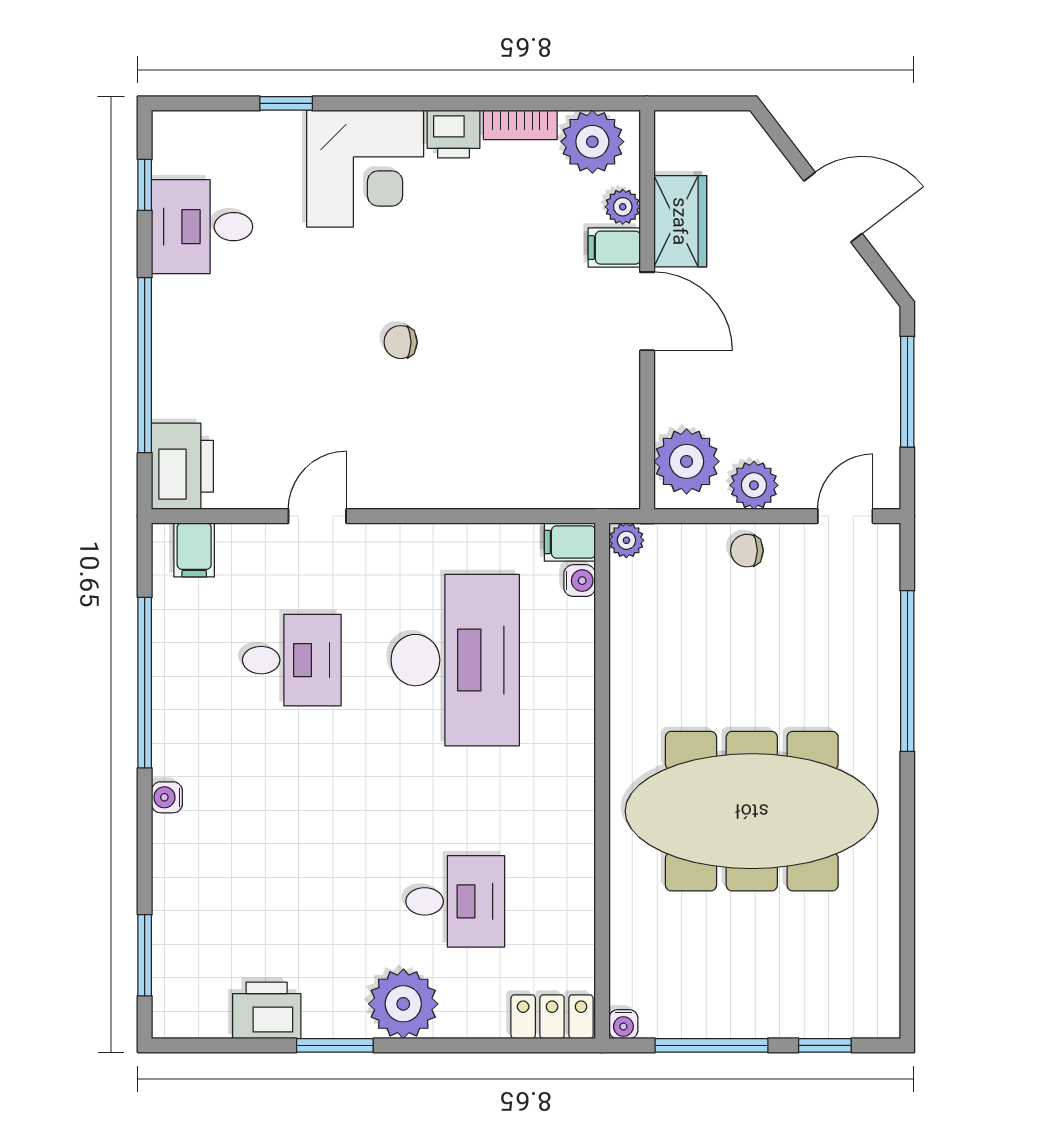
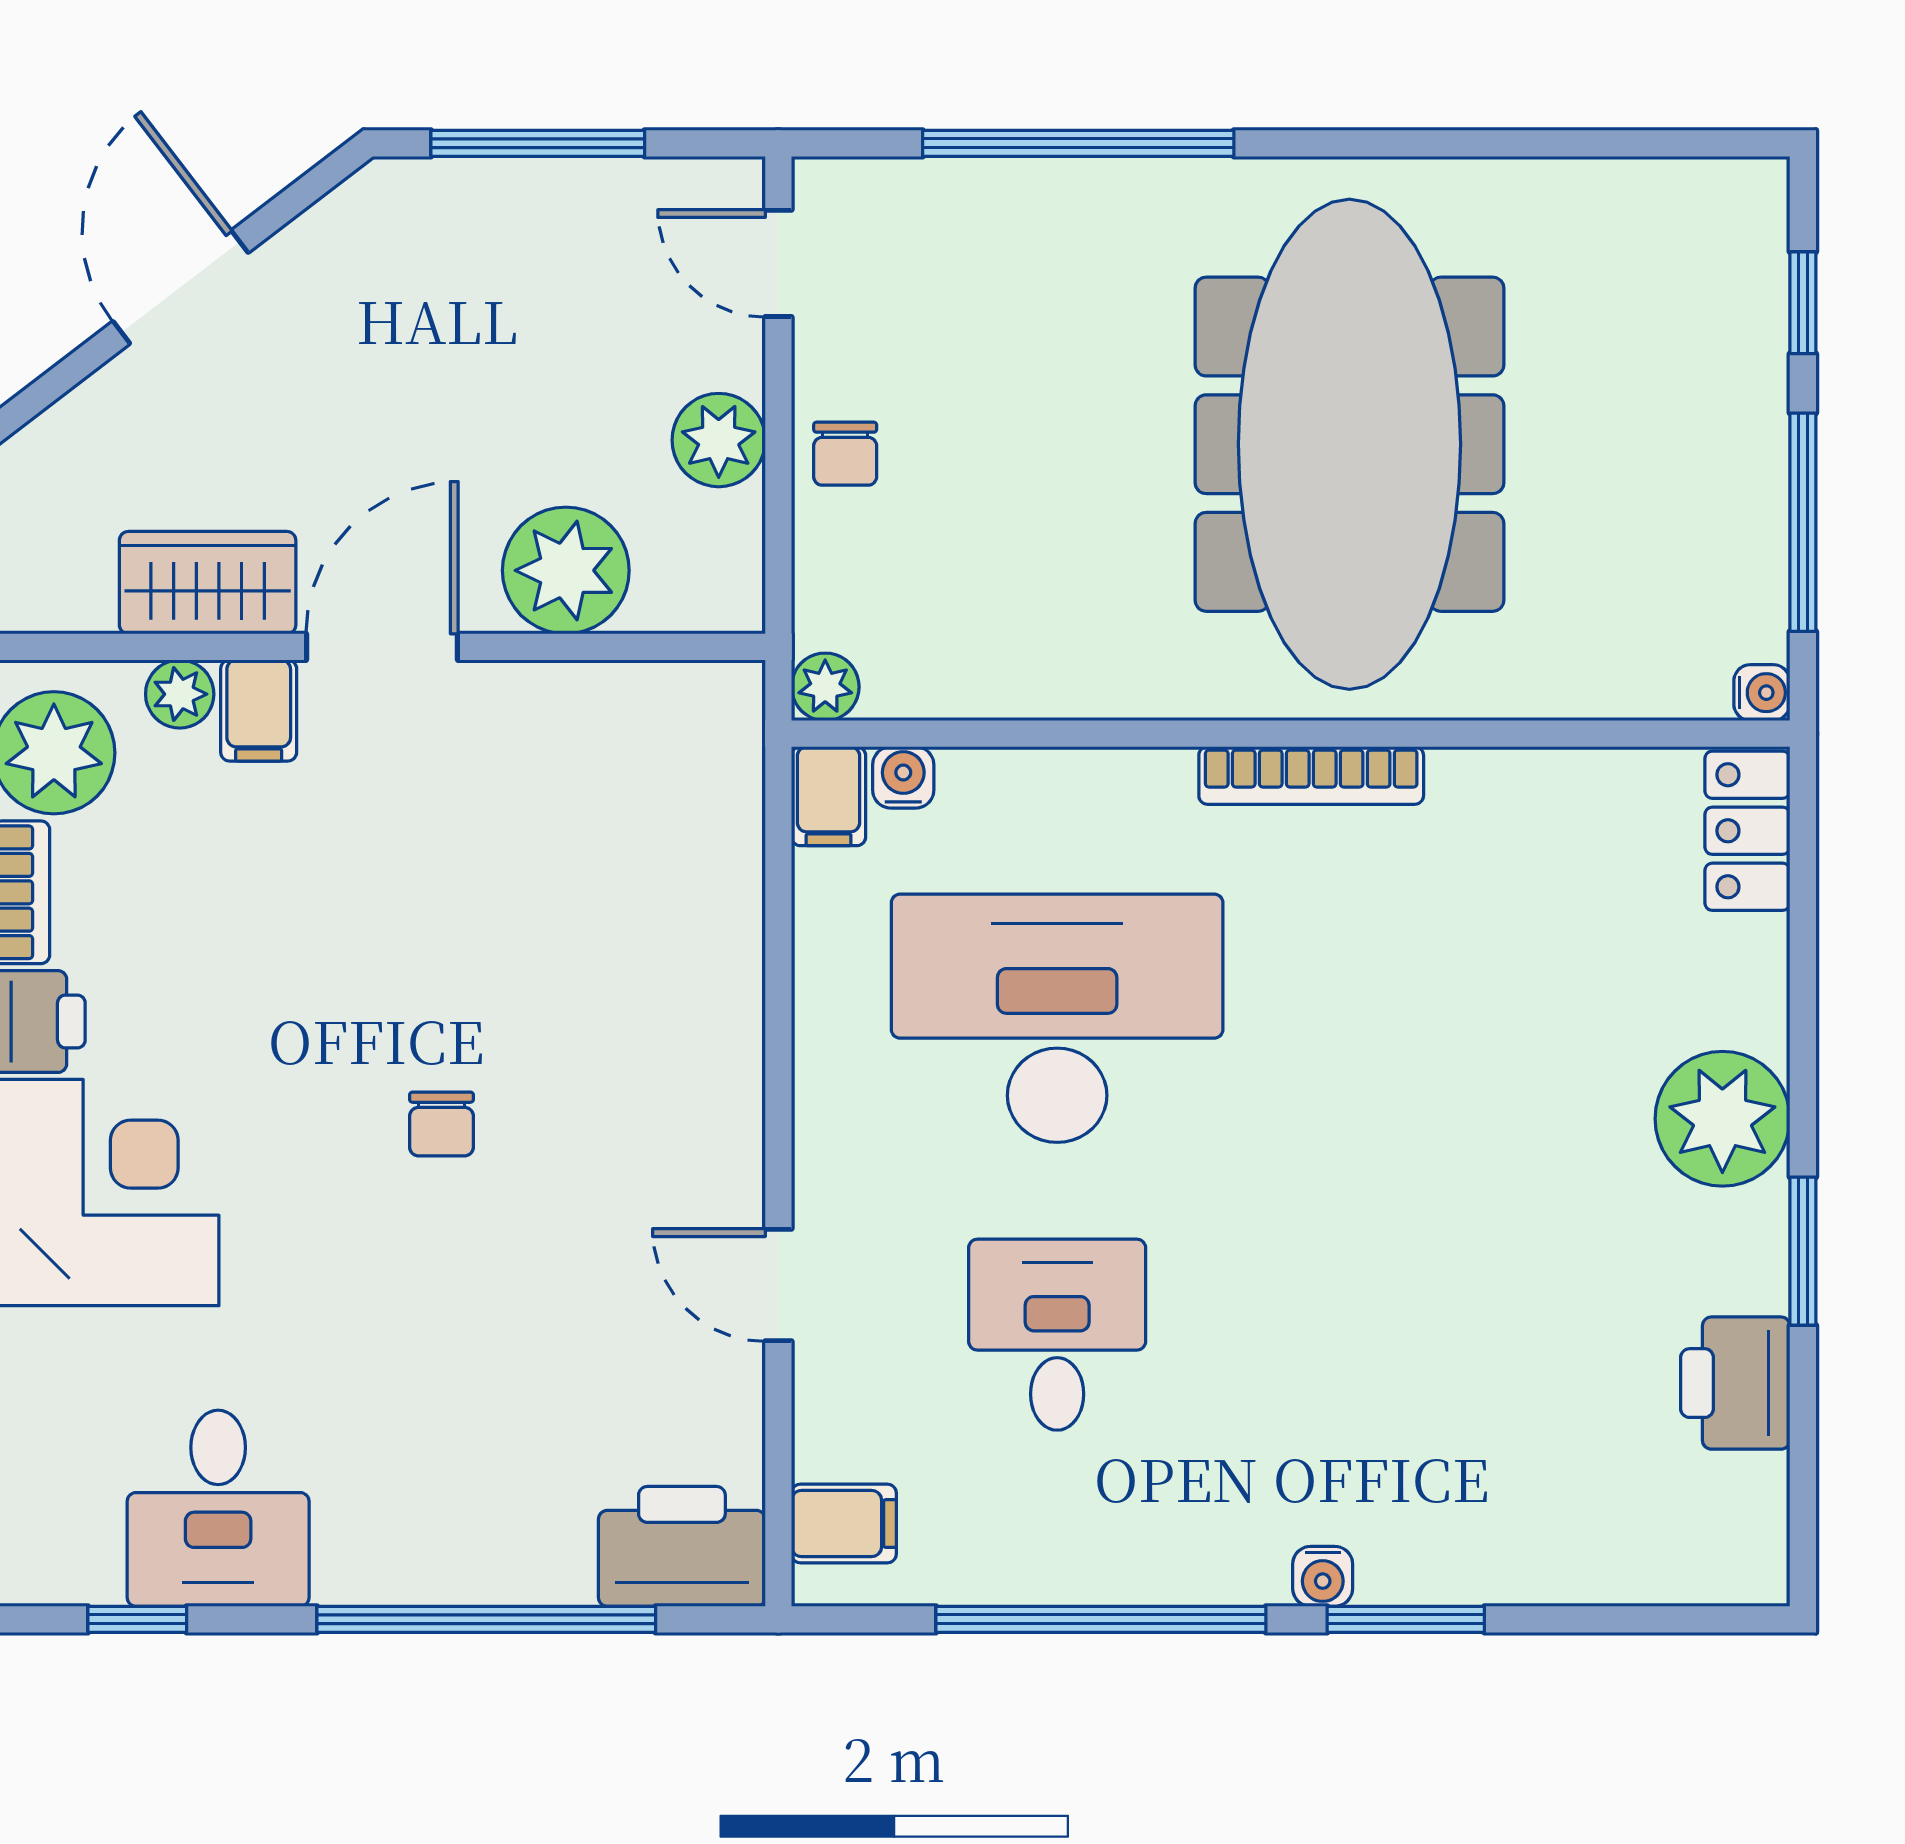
plant: (687, 461) -> (566, 570), moved
bookcase: (581, 791) -> (1311, 776), added
desk: (455, 901) -> (1524, 1018), removed
window: (145, 955) -> (1406, 1619), moved

